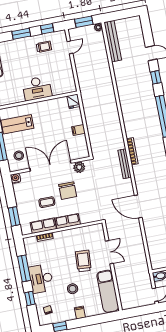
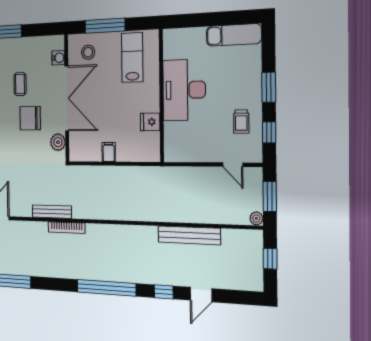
window: (120, 15) -> (270, 259), added
bench: (113, 41) -> (189, 235), moved
desk: (37, 88) -> (184, 90), width x1.36, depth x1.30
fridge: (74, 101) -> (150, 122), moved
water cooler: (16, 178) -> (58, 58), moved

